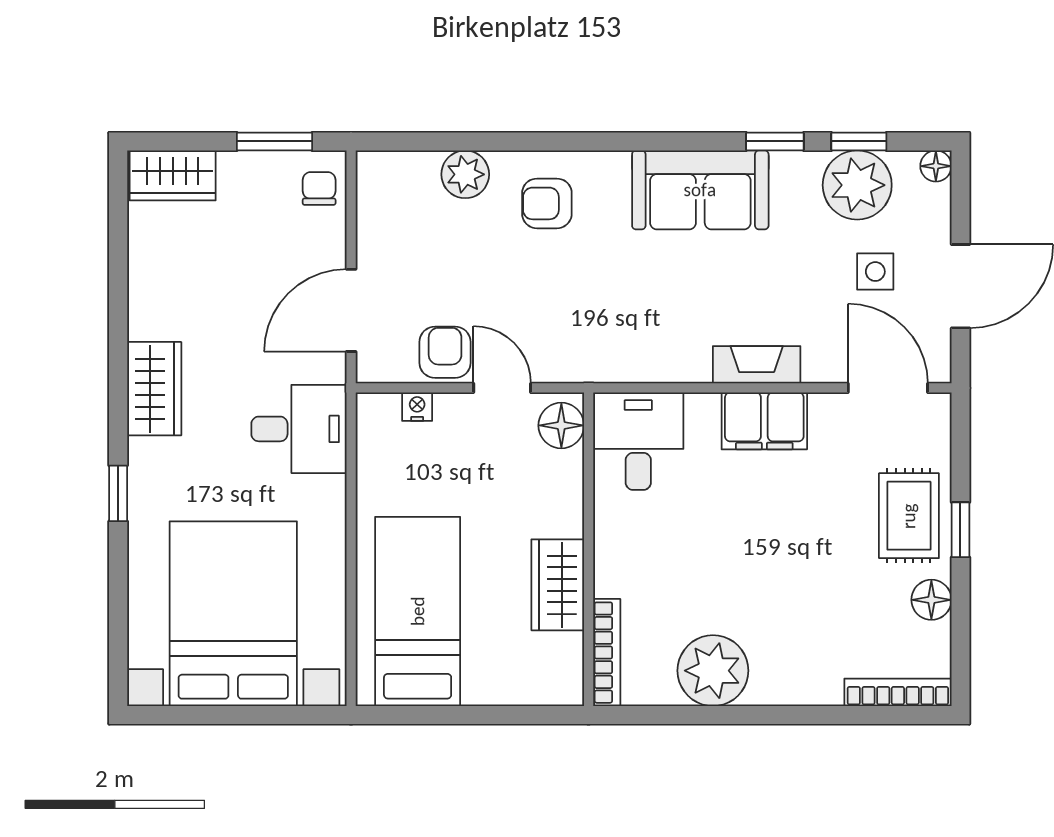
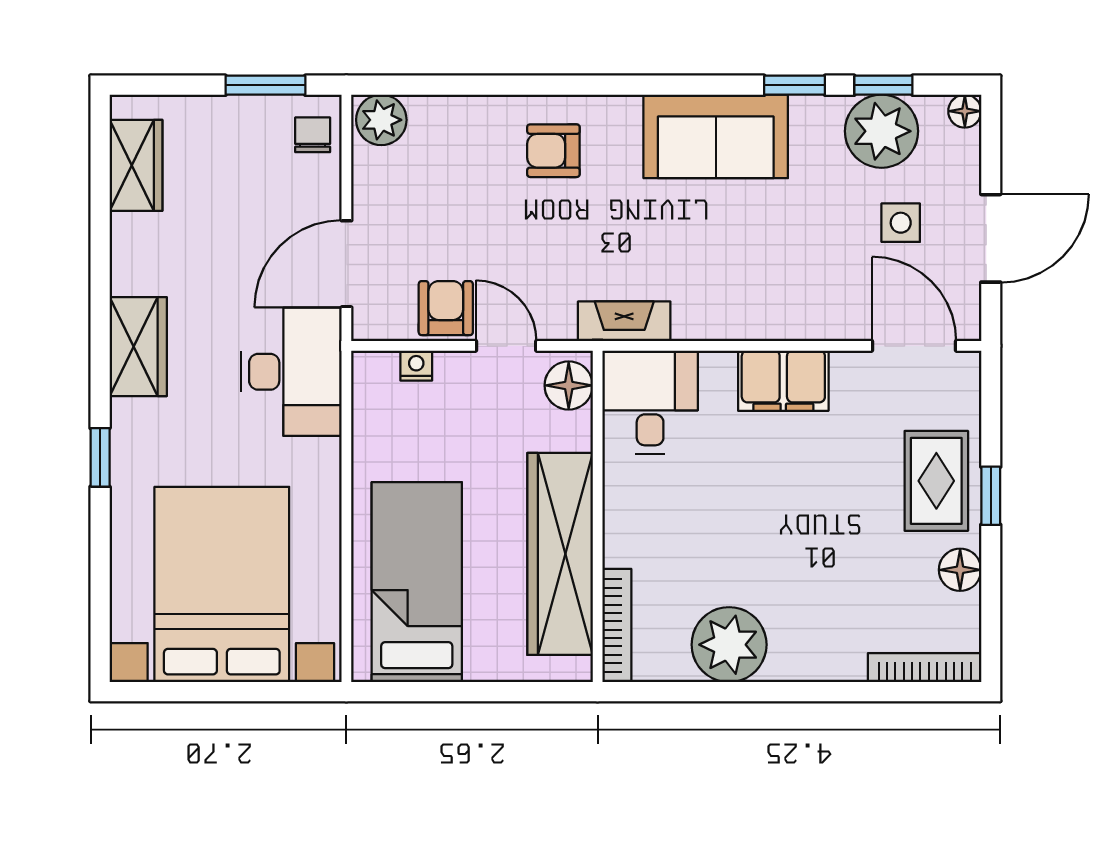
plant: (465, 174) -> (381, 120), moved
wardrobe: (173, 175) -> (136, 165), moved, turned -90
fireplace: (757, 365) -> (624, 321), moved
desk: (299, 429) -> (291, 372), width x1.37
wardrobe: (558, 585) -> (560, 554), width x2.10, depth x1.17

